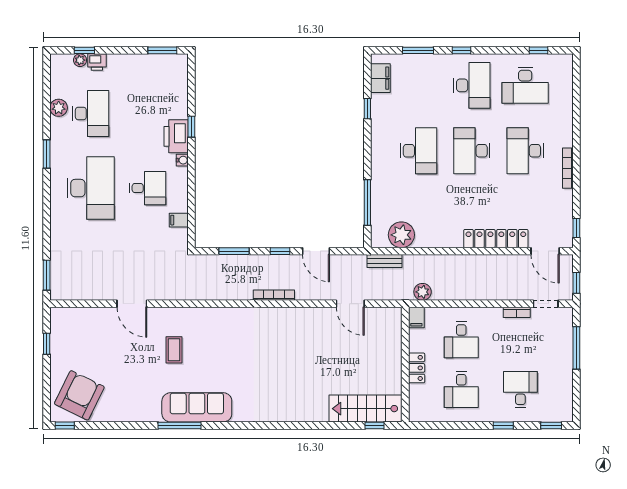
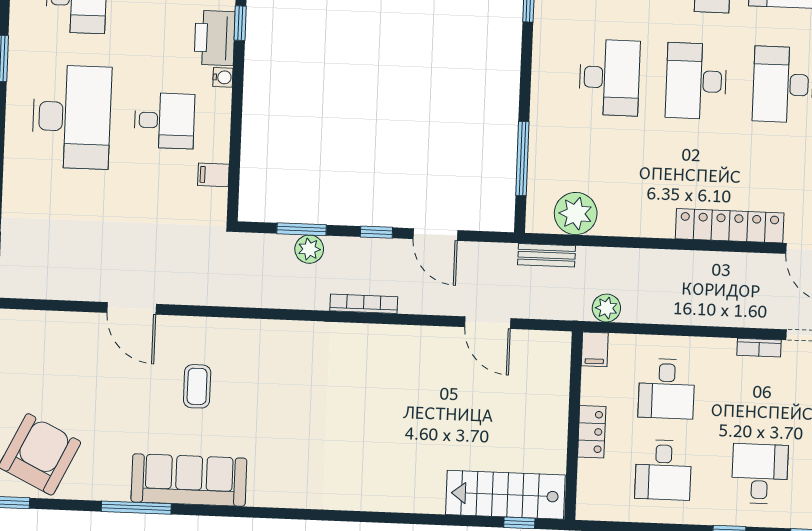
plant: (239, 263) -> (309, 249), added
sofa: (197, 407) -> (189, 480), moved
window: (180, 426) -> (136, 508), moved

